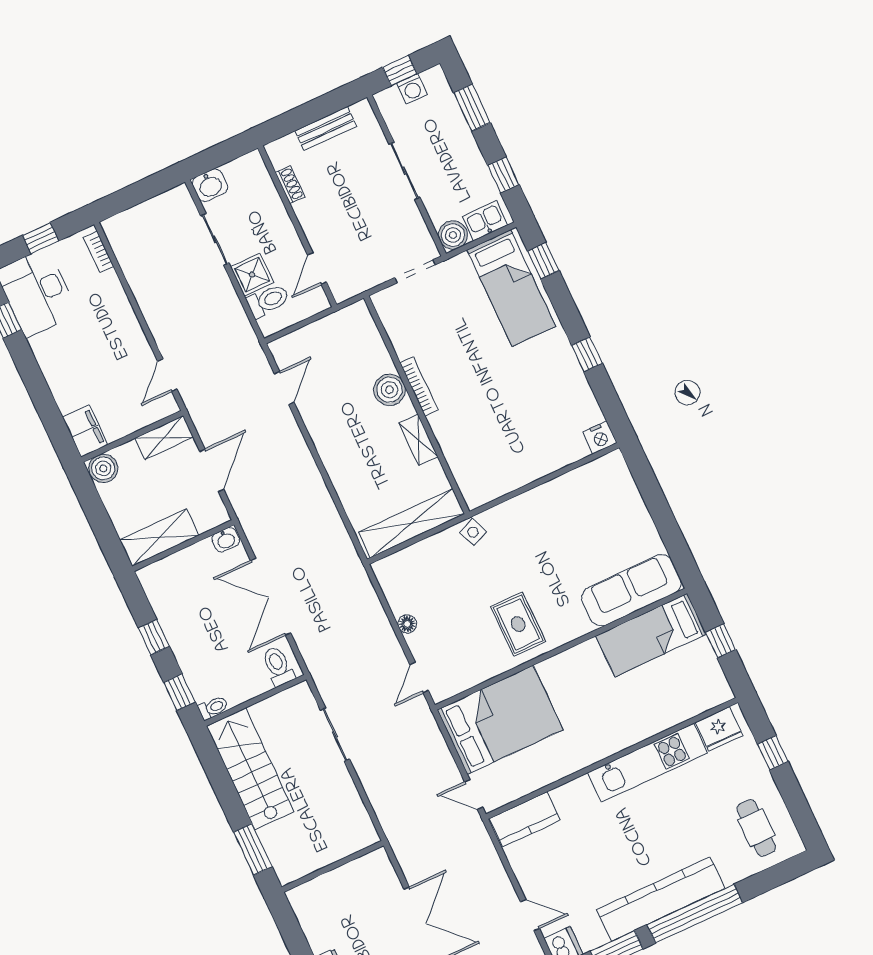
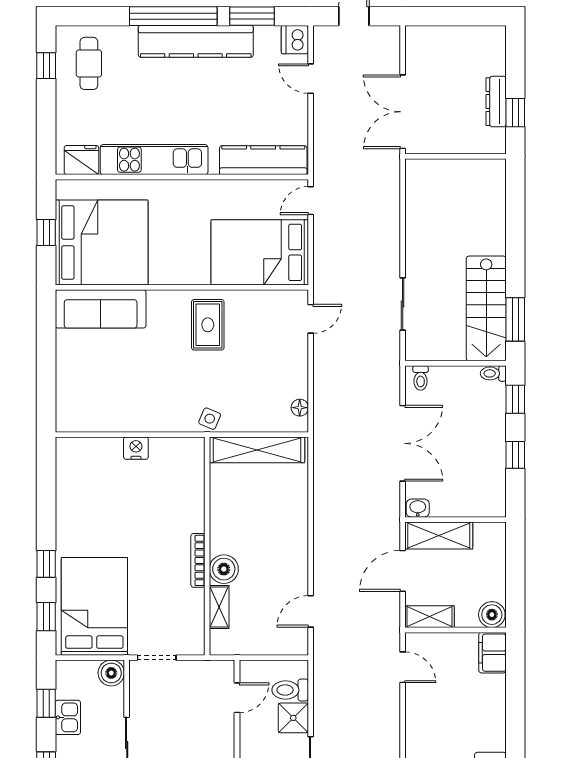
kitchen sink: (485, 221) -> (68, 717), moved, turned -90
bed: (511, 288) -> (94, 606), width x1.50
window: (587, 354) -> (46, 564), moved
door: (167, 375) -> (403, 667), hinge flipped
nightstand: (600, 437) -> (136, 448), moved
shelving: (419, 440) -> (219, 607), moved
side table: (473, 532) -> (210, 419), turned 45
shelving: (159, 538) -> (439, 535), moved
floor lamp: (407, 624) -> (300, 408), moved
bed: (651, 635) -> (102, 242), width x2.04
toilet: (278, 666) -> (421, 378), width x0.73, depth x0.72
window: (773, 753) -> (46, 66), moved
door: (474, 794) -> (311, 201), swing flipped
kitchen counter: (525, 819) -> (263, 160), width x1.50
window: (253, 849) -> (515, 319), moved
wall: (333, 866) -> (455, 156), moved

